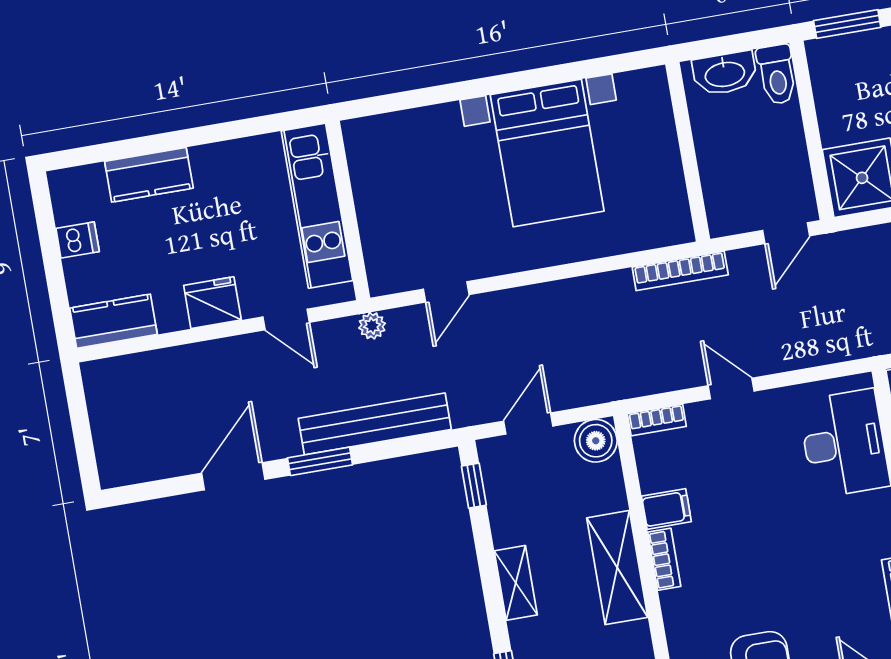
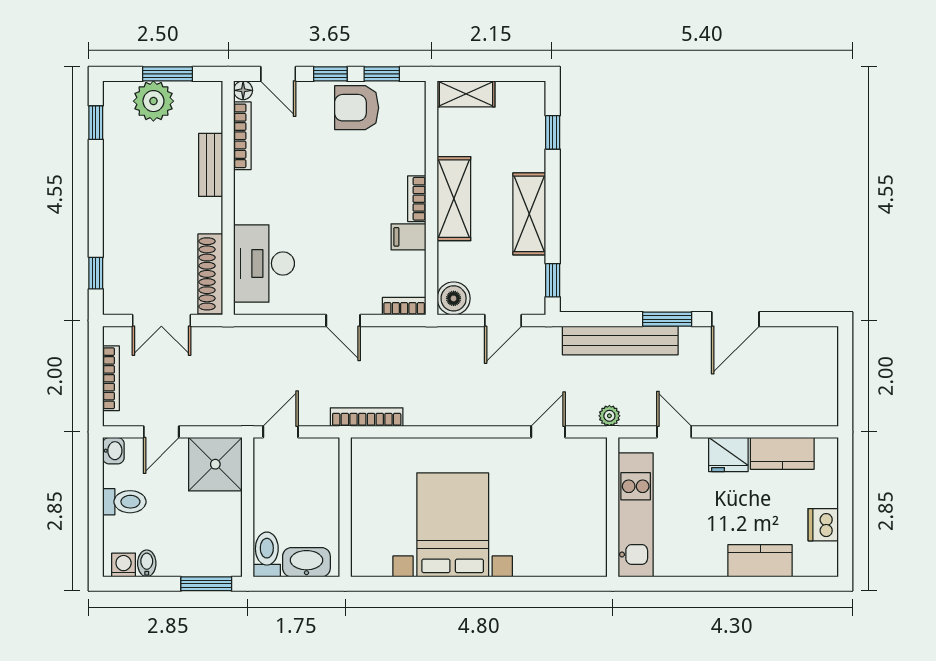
dishwasher: (78, 240) -> (823, 525), width x1.38
kitchen counter: (113, 321) -> (782, 453), moved
shelving: (516, 583) -> (529, 214), width x1.50, depth x1.33

